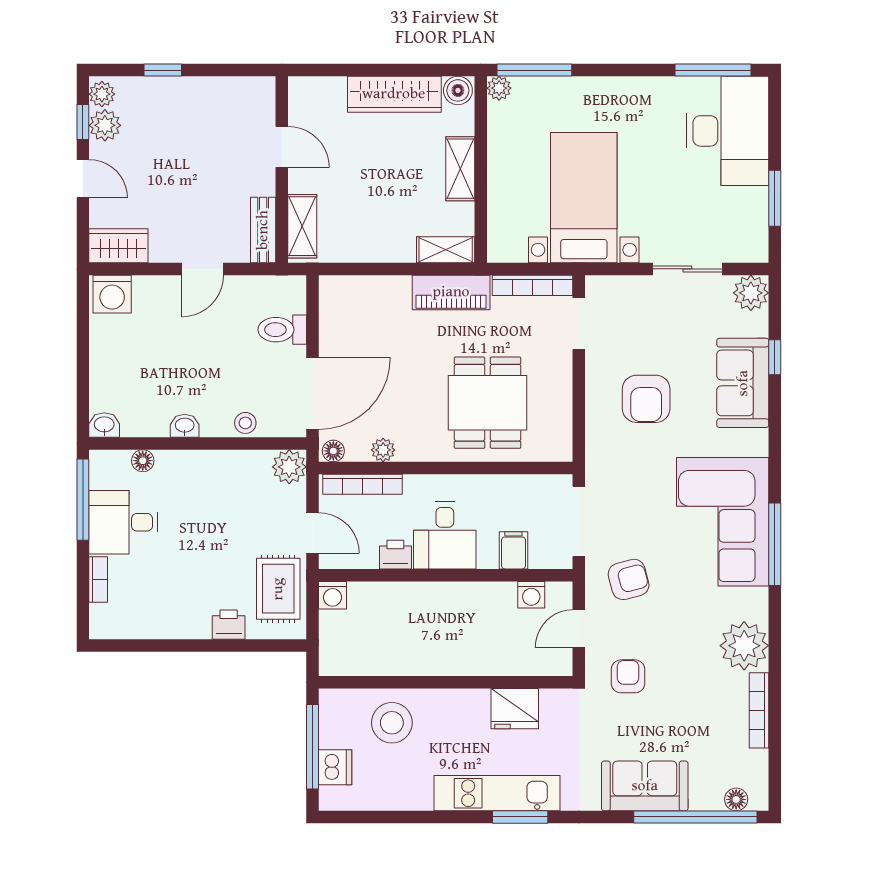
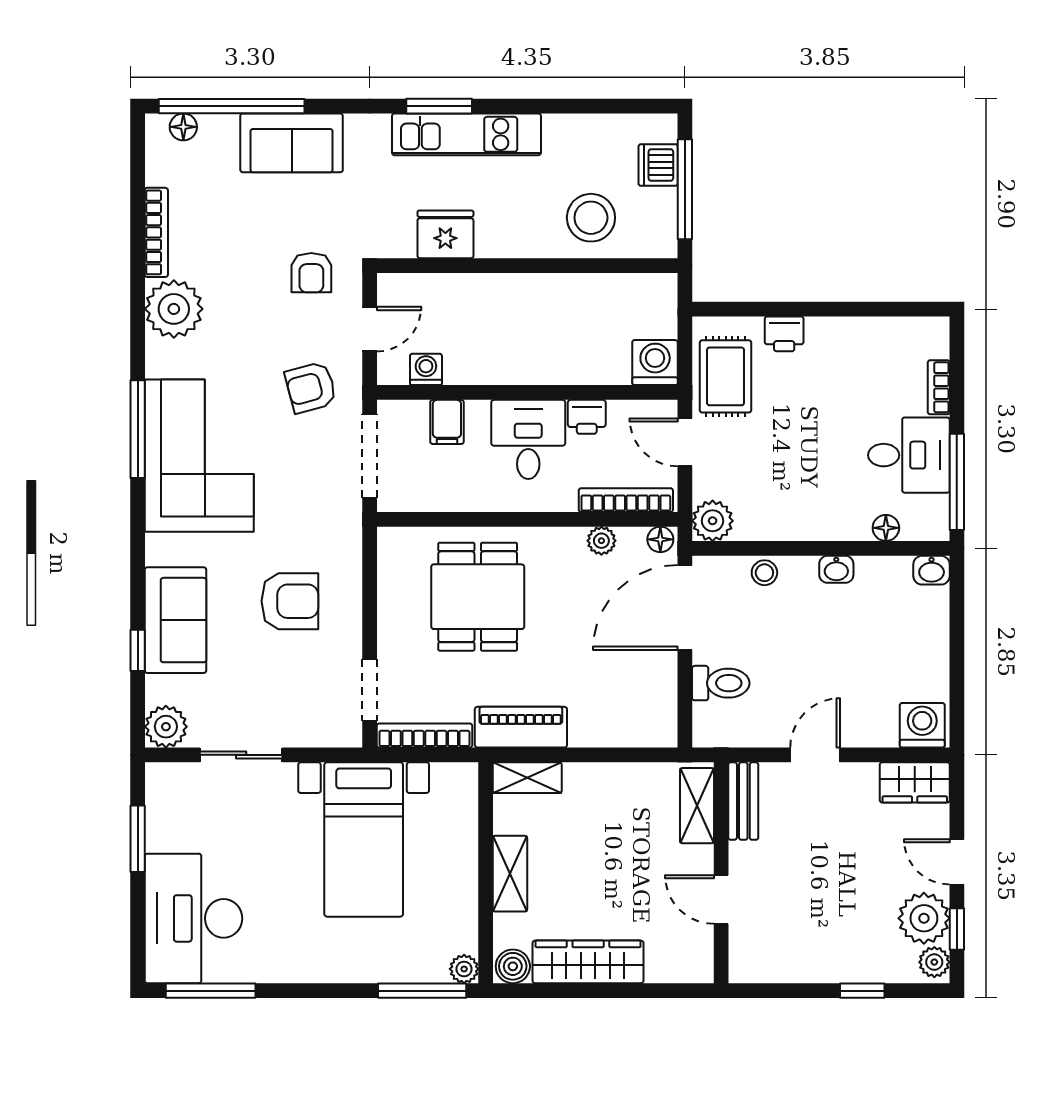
plant: (105, 125) -> (924, 918), width x1.36, depth x1.36
armchair: (646, 399) -> (290, 601), turned 90
washing machine: (333, 595) -> (655, 363), width x1.38, depth x1.38

